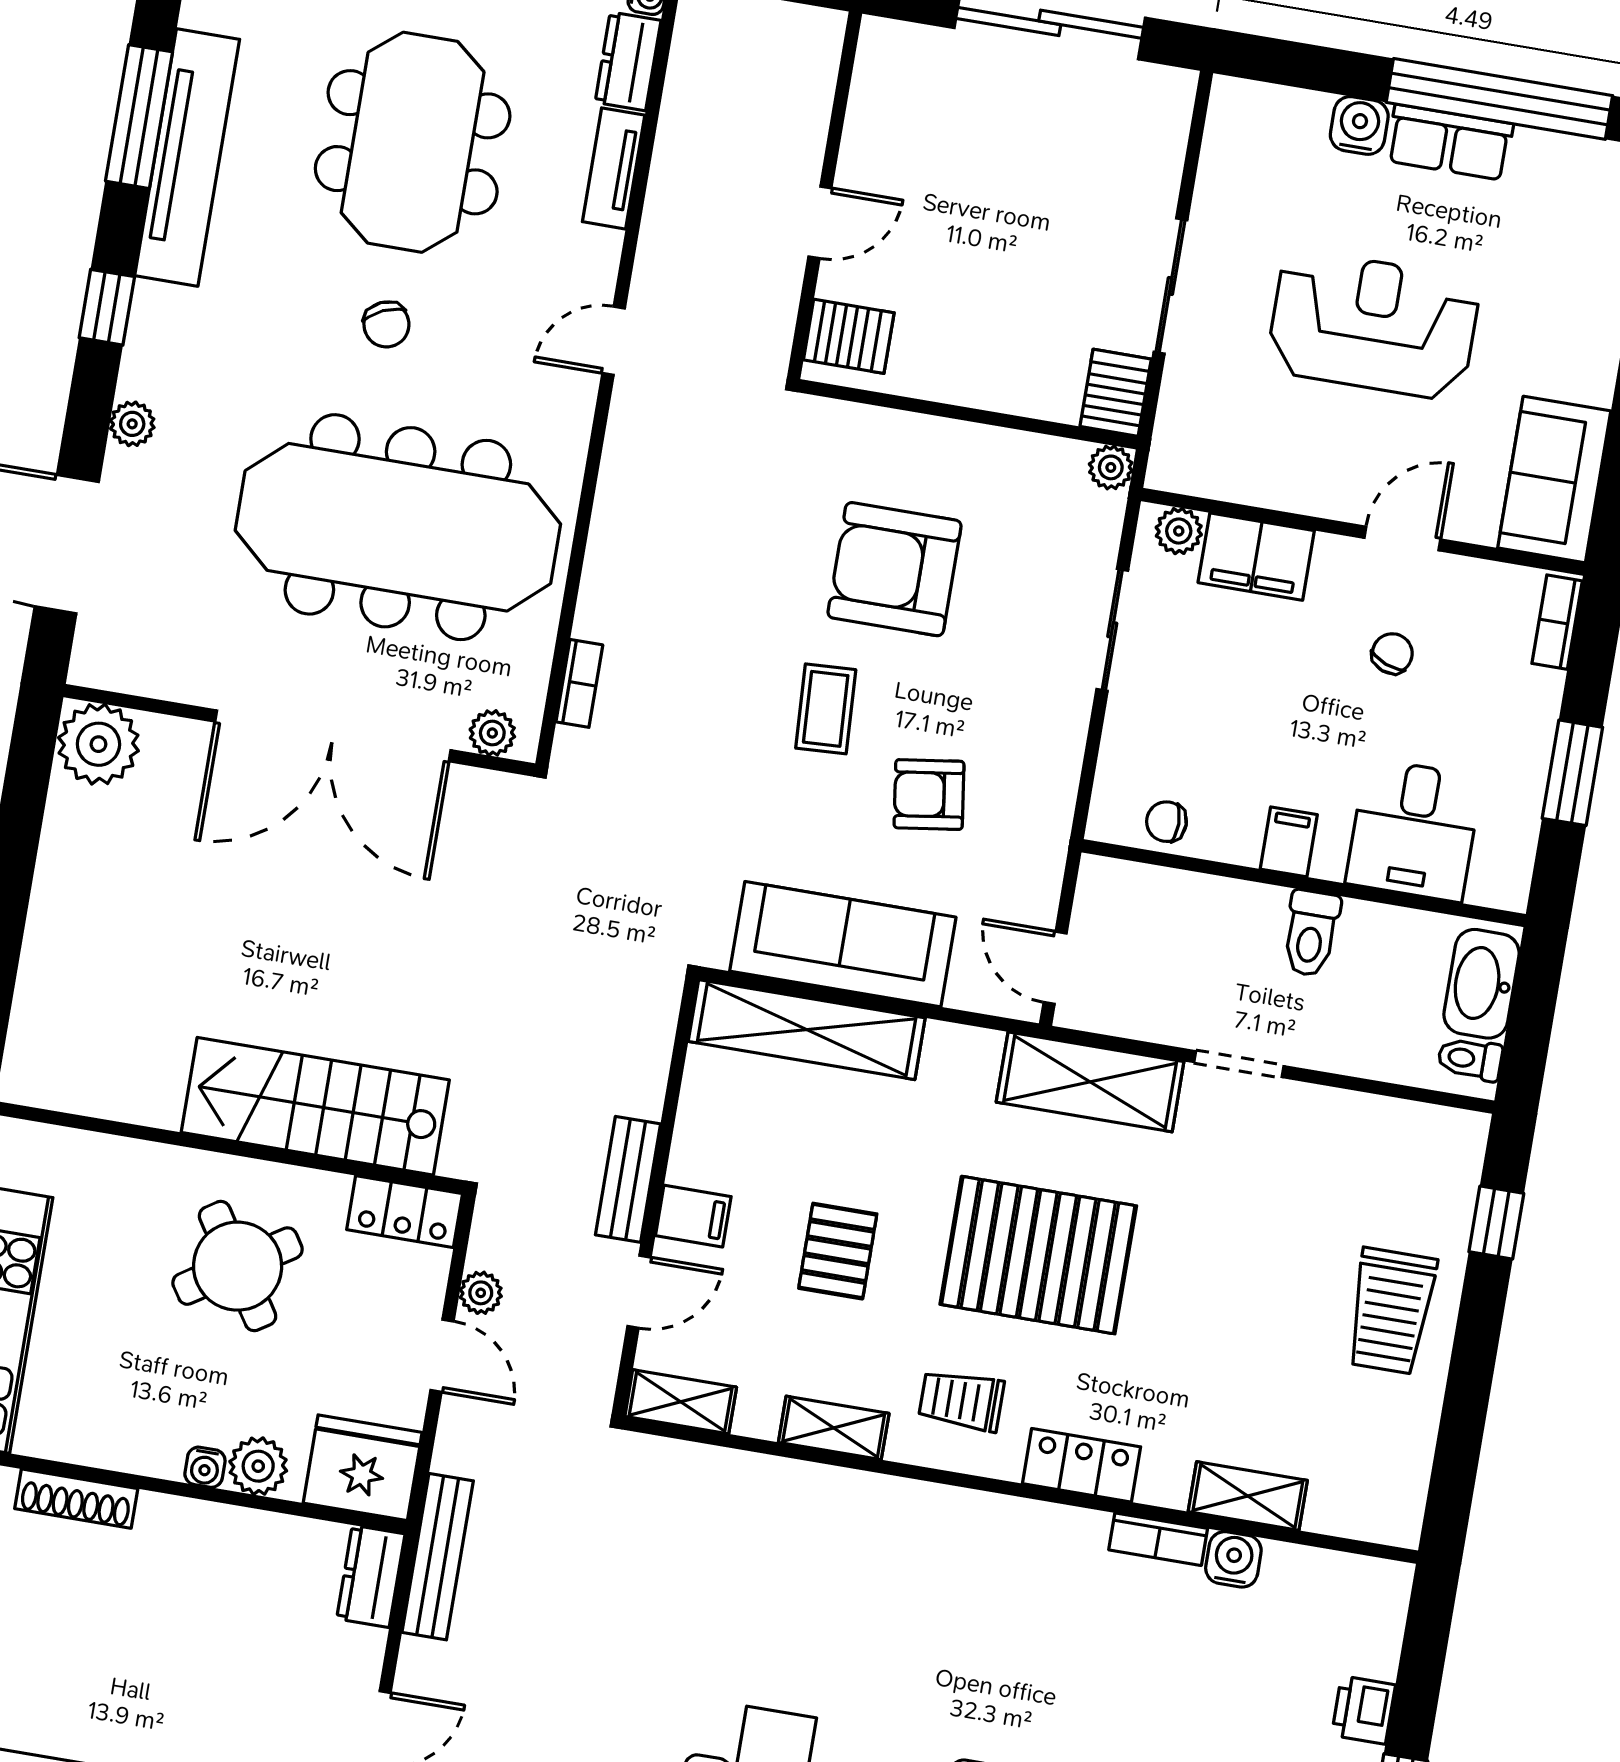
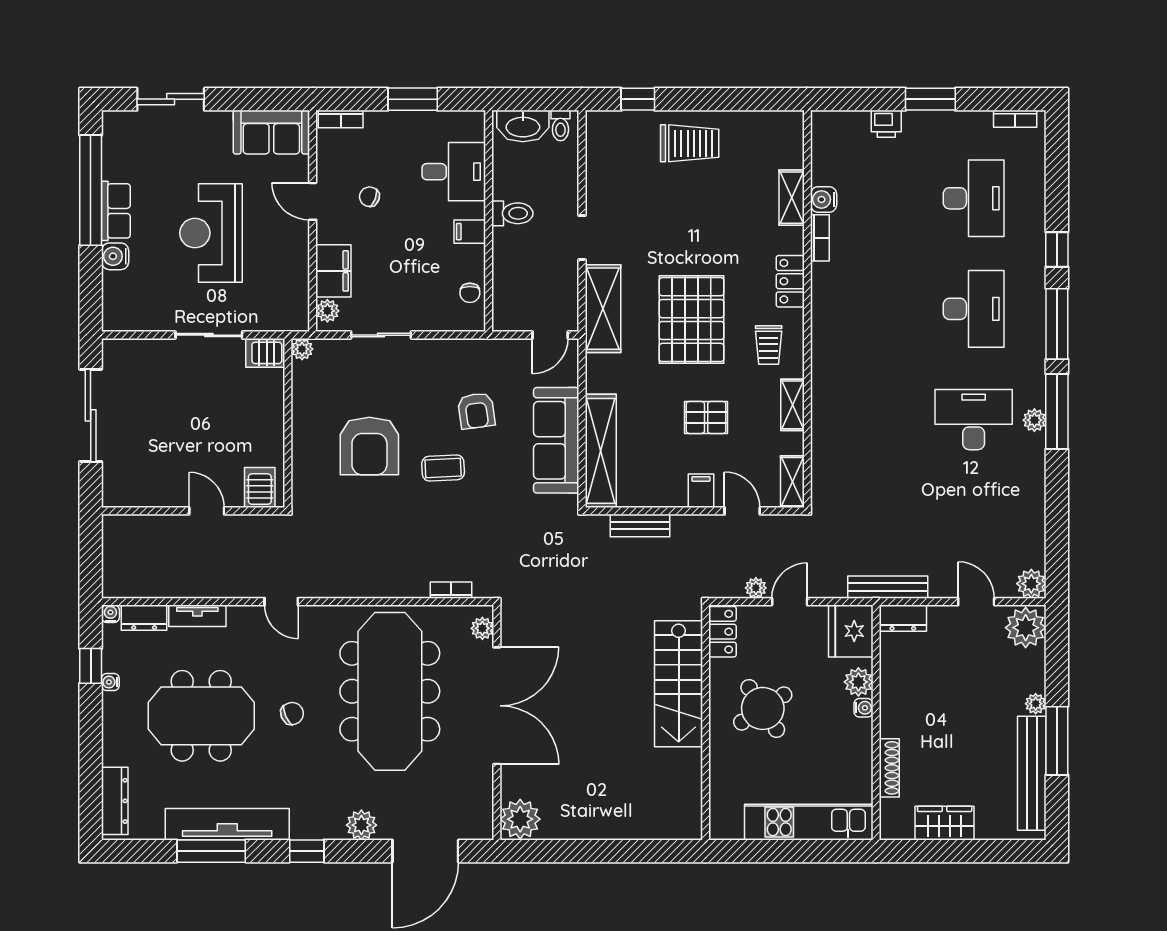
plant: (132, 424) -> (361, 825), width x1.38, depth x1.38
bench: (628, 1179) -> (640, 526), moved

